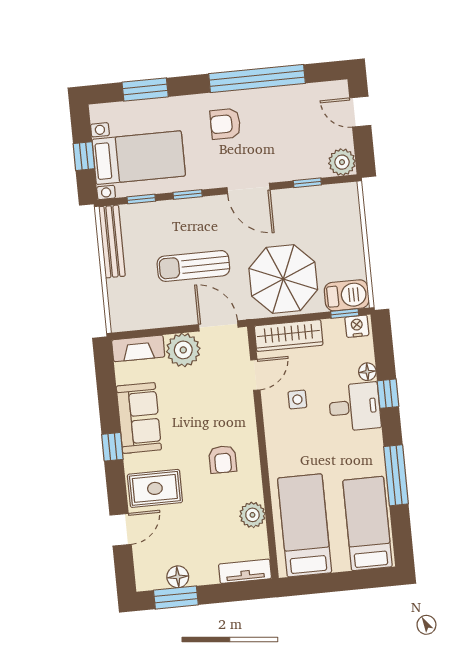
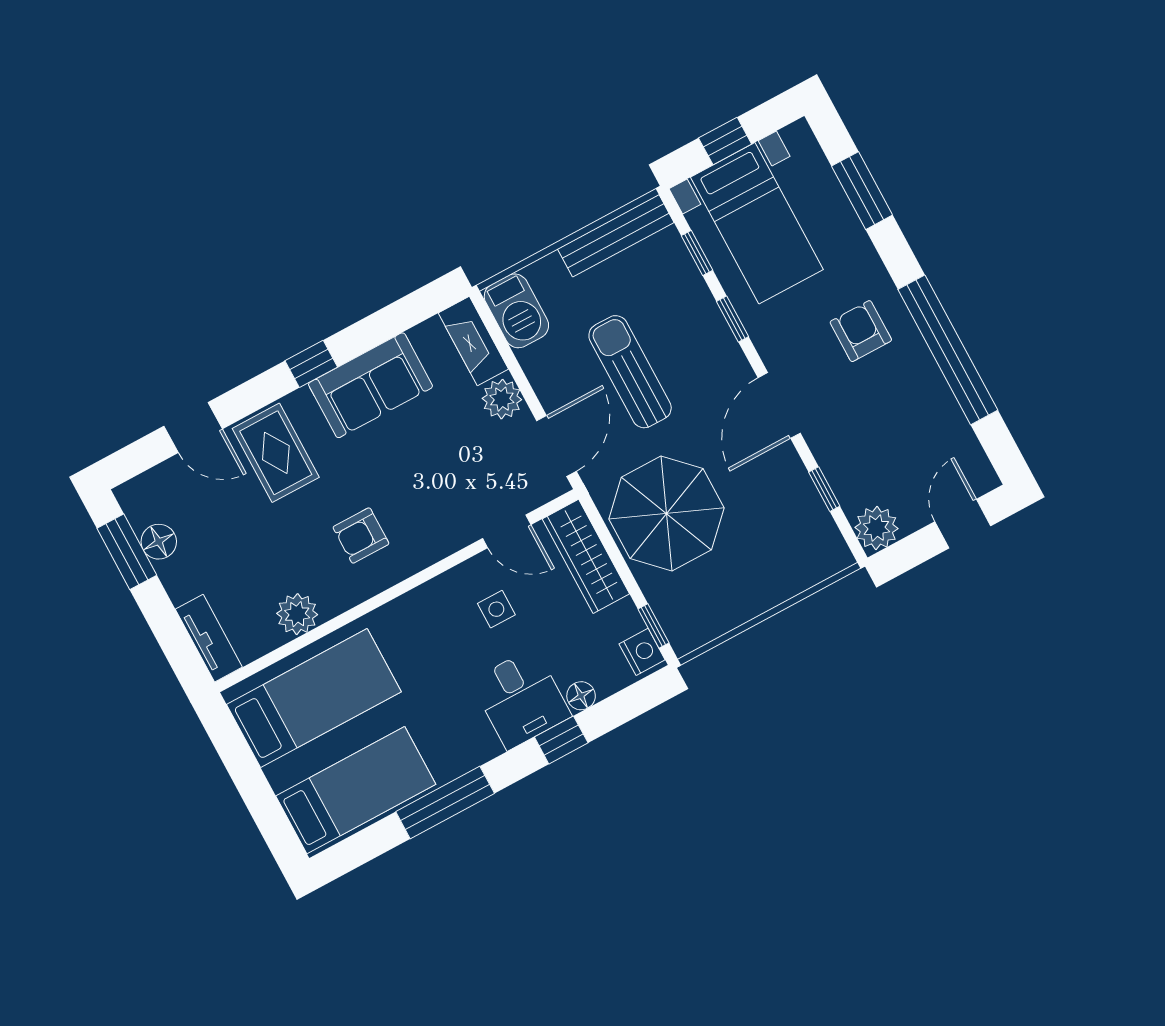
barbecue: (347, 295) -> (516, 311), moved
plant: (183, 350) -> (502, 399), width x0.73, depth x0.73

